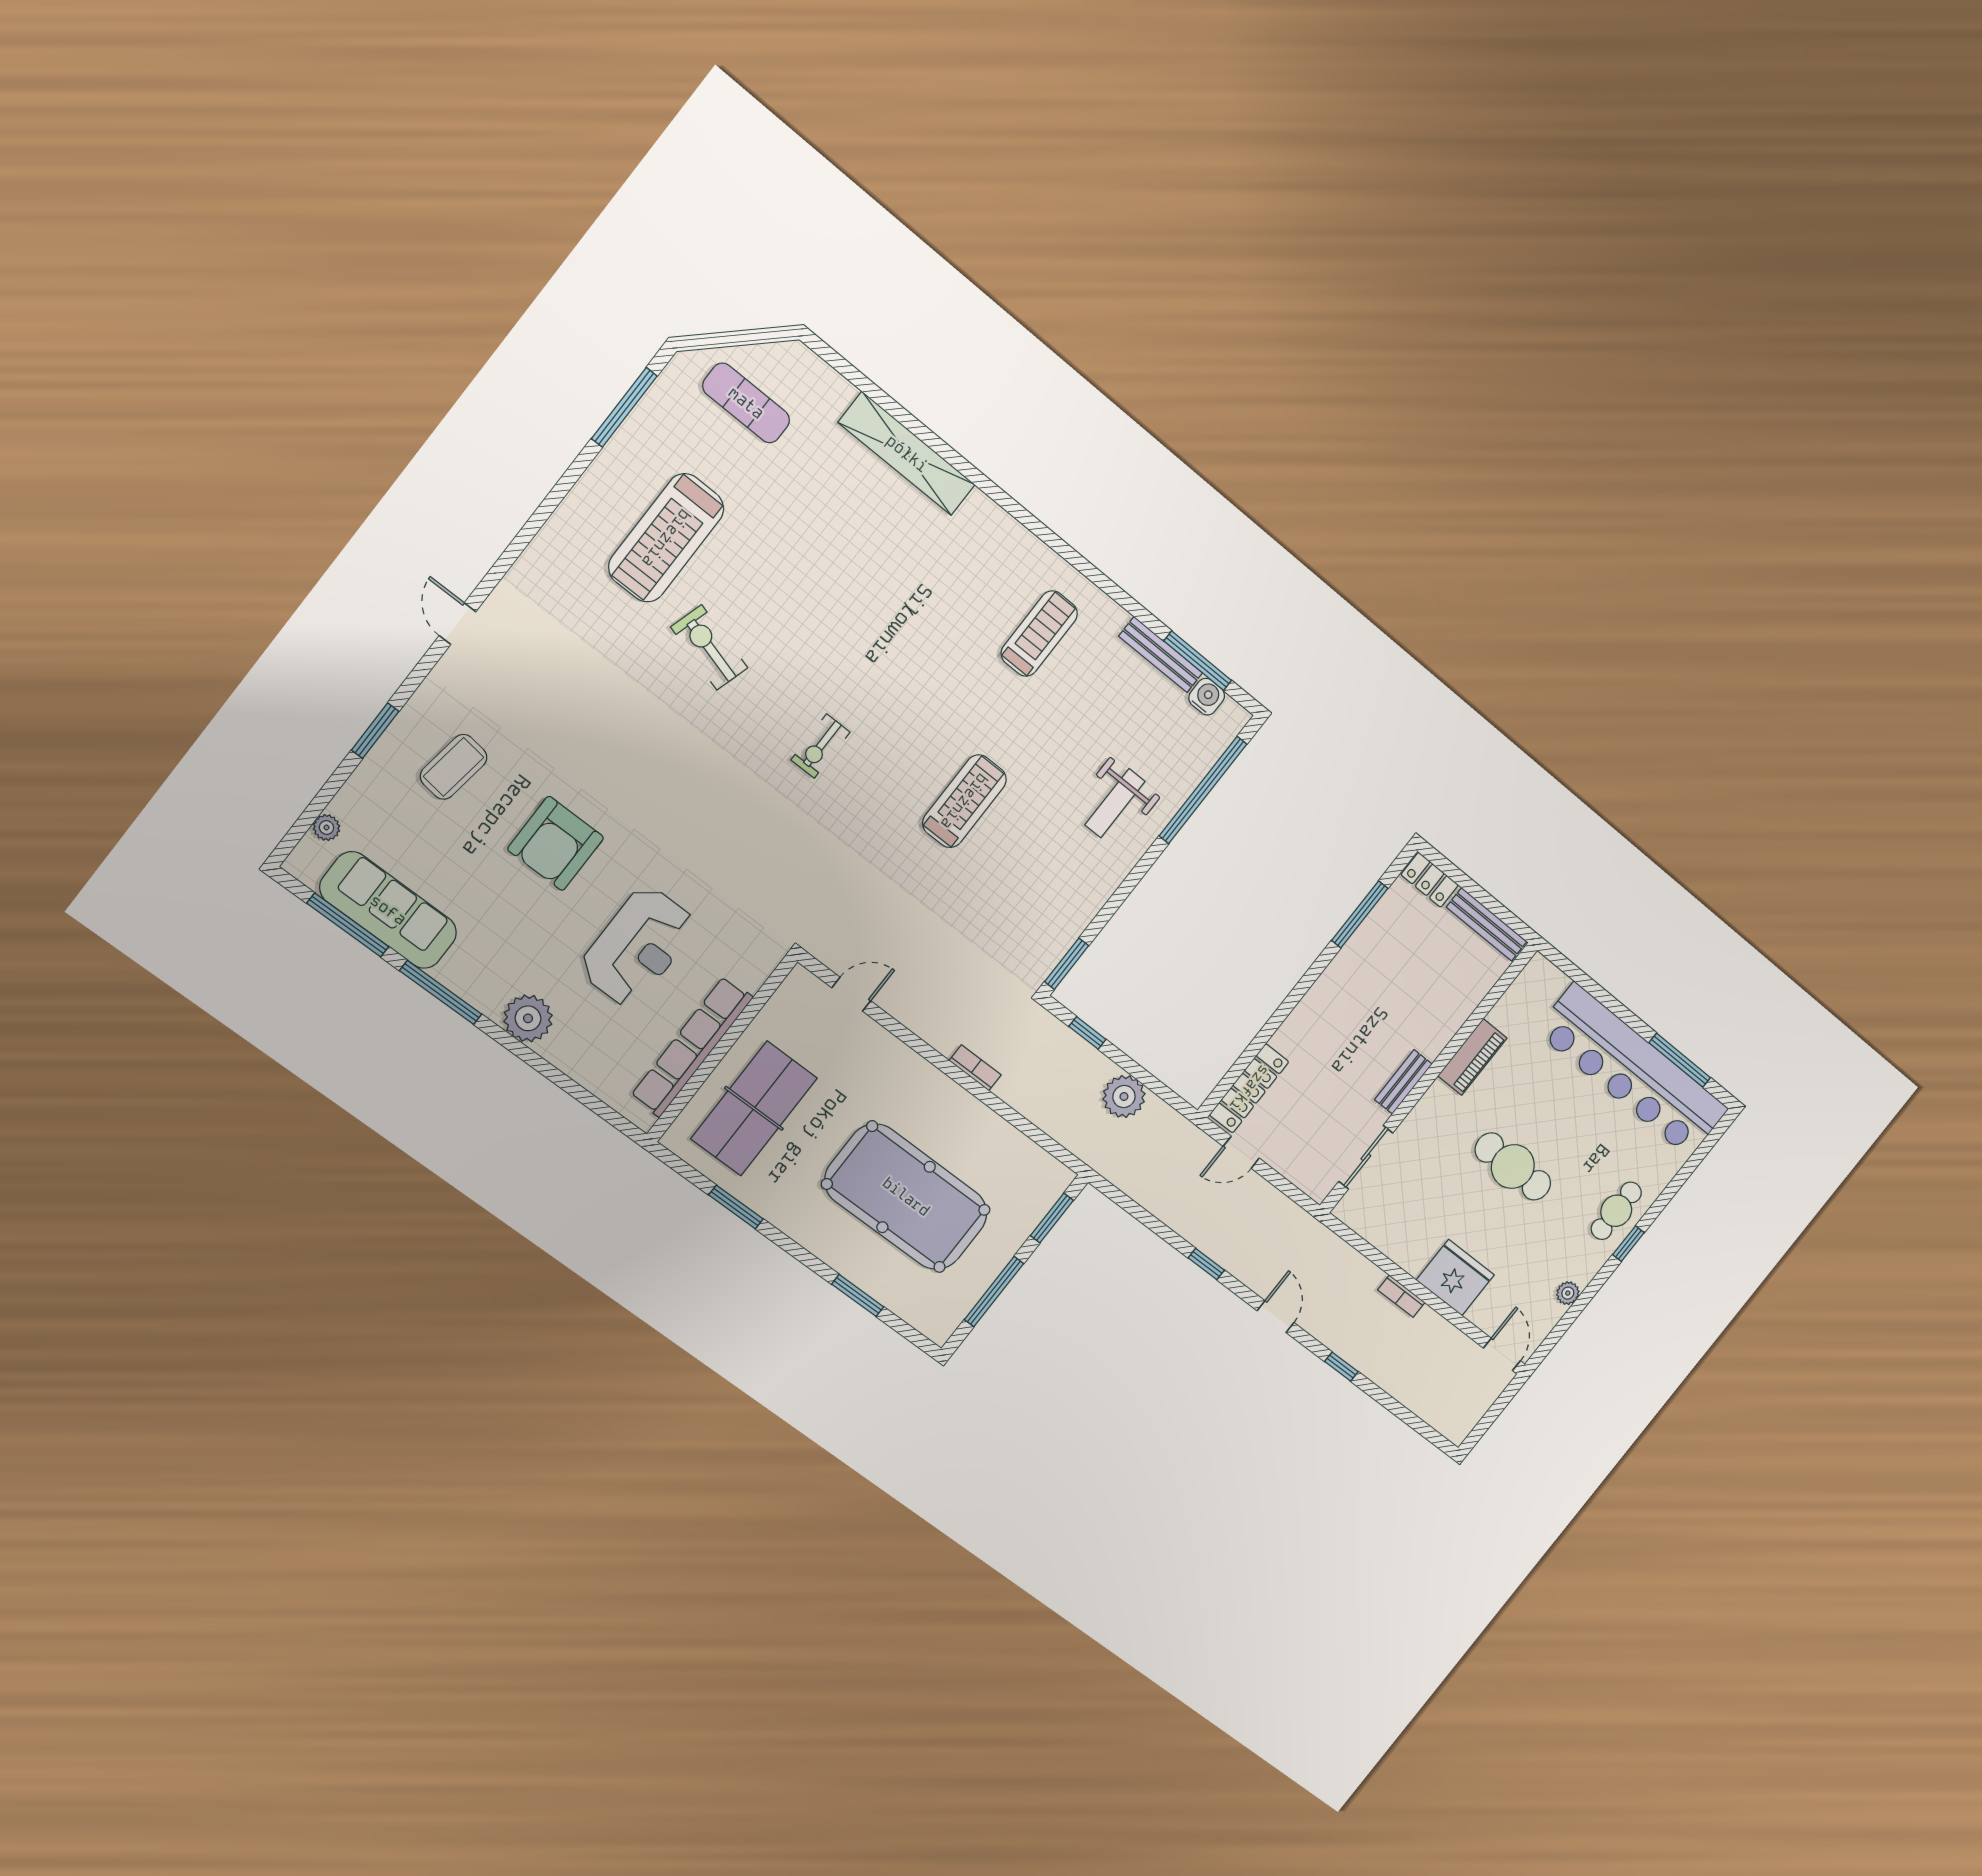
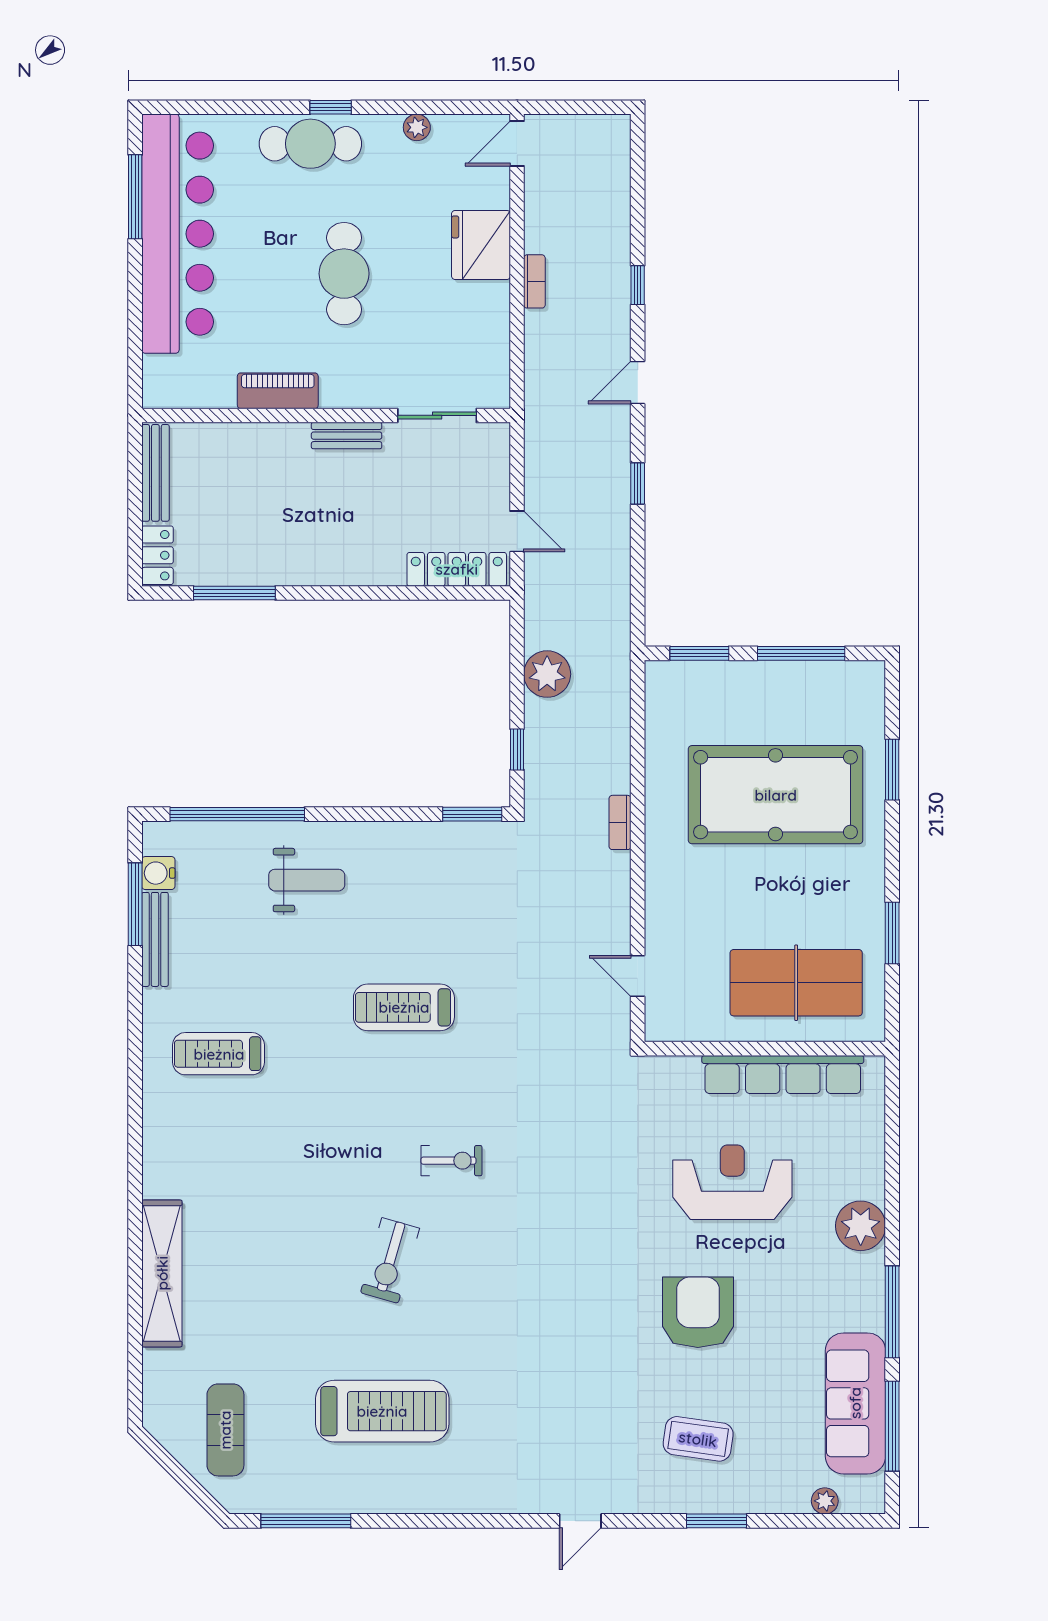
exercise bike: (709, 647) -> (390, 1260), moved
armchair: (556, 843) -> (698, 1312), turned -90
pool table: (906, 1197) -> (776, 795), turned 90
cafe table: (1616, 1211) -> (310, 144), width x1.37, depth x1.35

